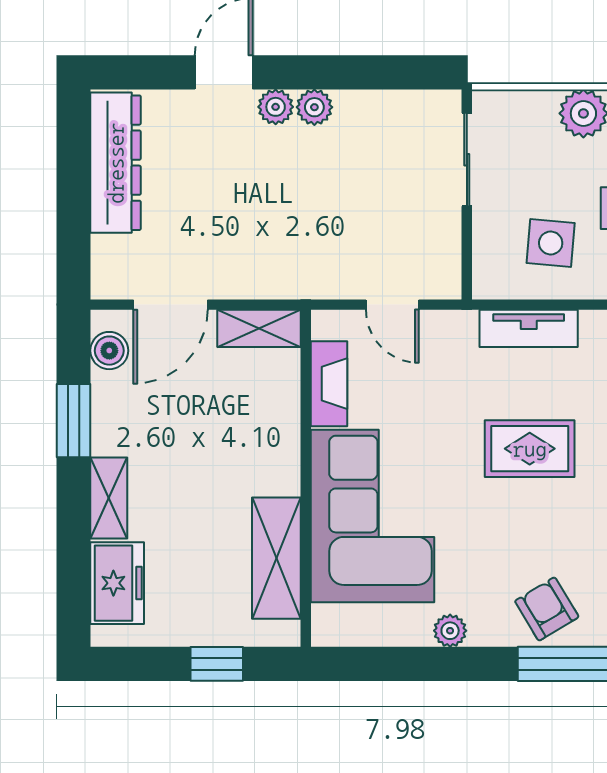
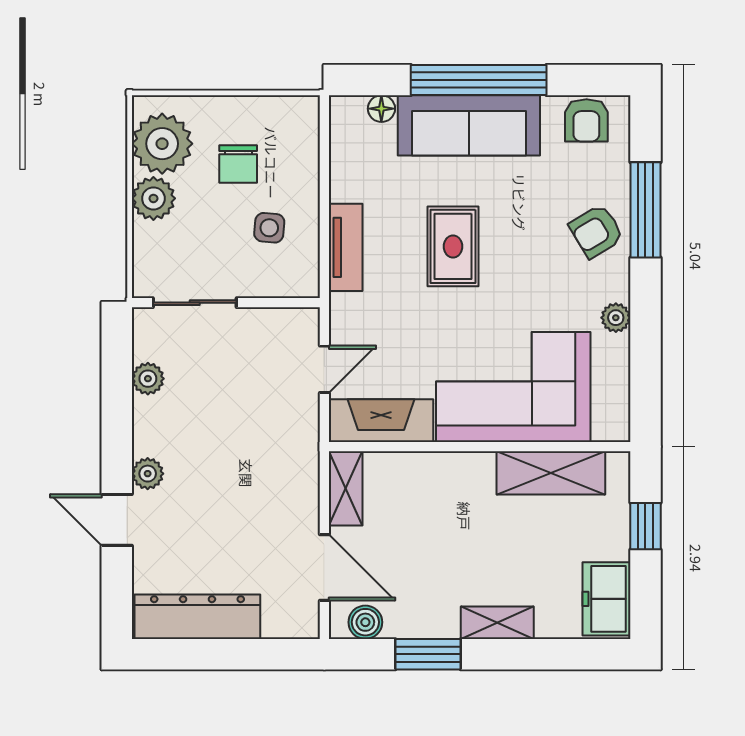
plant: (314, 107) -> (148, 379), moved
side table: (551, 243) -> (269, 228), width x0.73, depth x0.73
fireplace: (329, 384) -> (381, 421), width x1.37, depth x1.32
freezer: (117, 583) -> (607, 599), moved, turned -90

